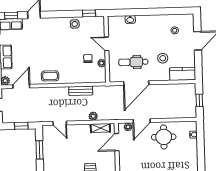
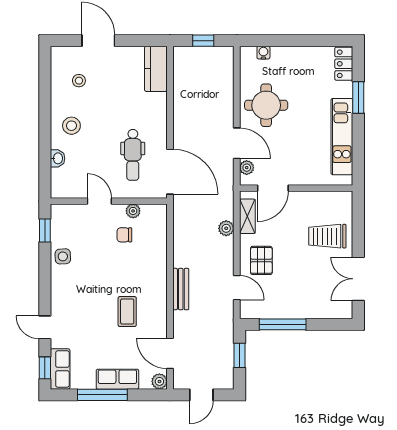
door: (107, 44) -> (99, 201), swing flipped
stool: (163, 58) -> (71, 126), moved
coffee table: (50, 76) -> (127, 312), moved
door: (136, 83) -> (170, 172), moved
bench: (81, 91) -> (181, 289), moved
door: (60, 123) -> (237, 288), hinge flipped
pallet: (76, 137) -> (261, 260), added
door: (117, 142) -> (273, 188), hinge flipped
window: (40, 150) -> (283, 324), width x1.44

